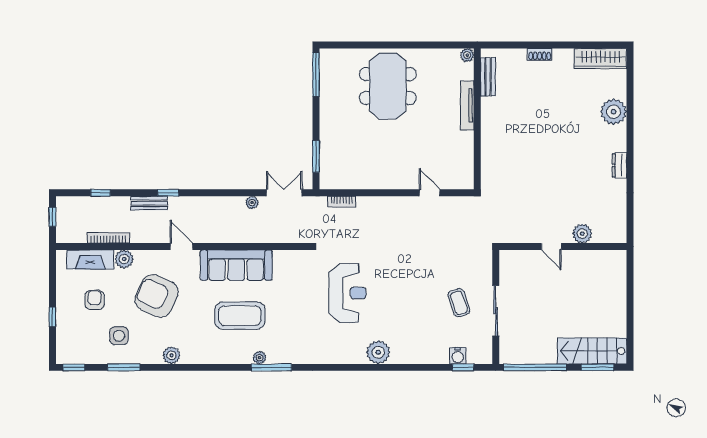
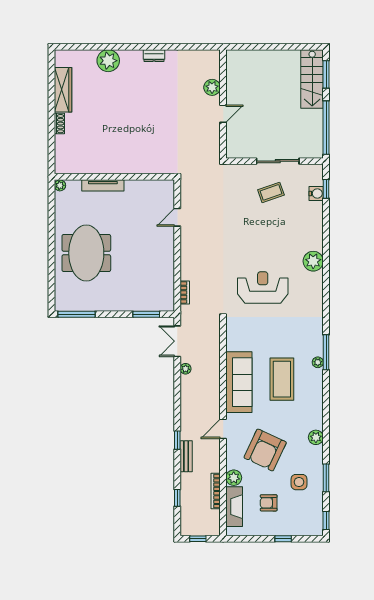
wardrobe: (600, 59) -> (63, 90), moved
bench: (488, 77) -> (79, 168), removed
meeting table: (388, 86) -> (86, 253), turned 90

